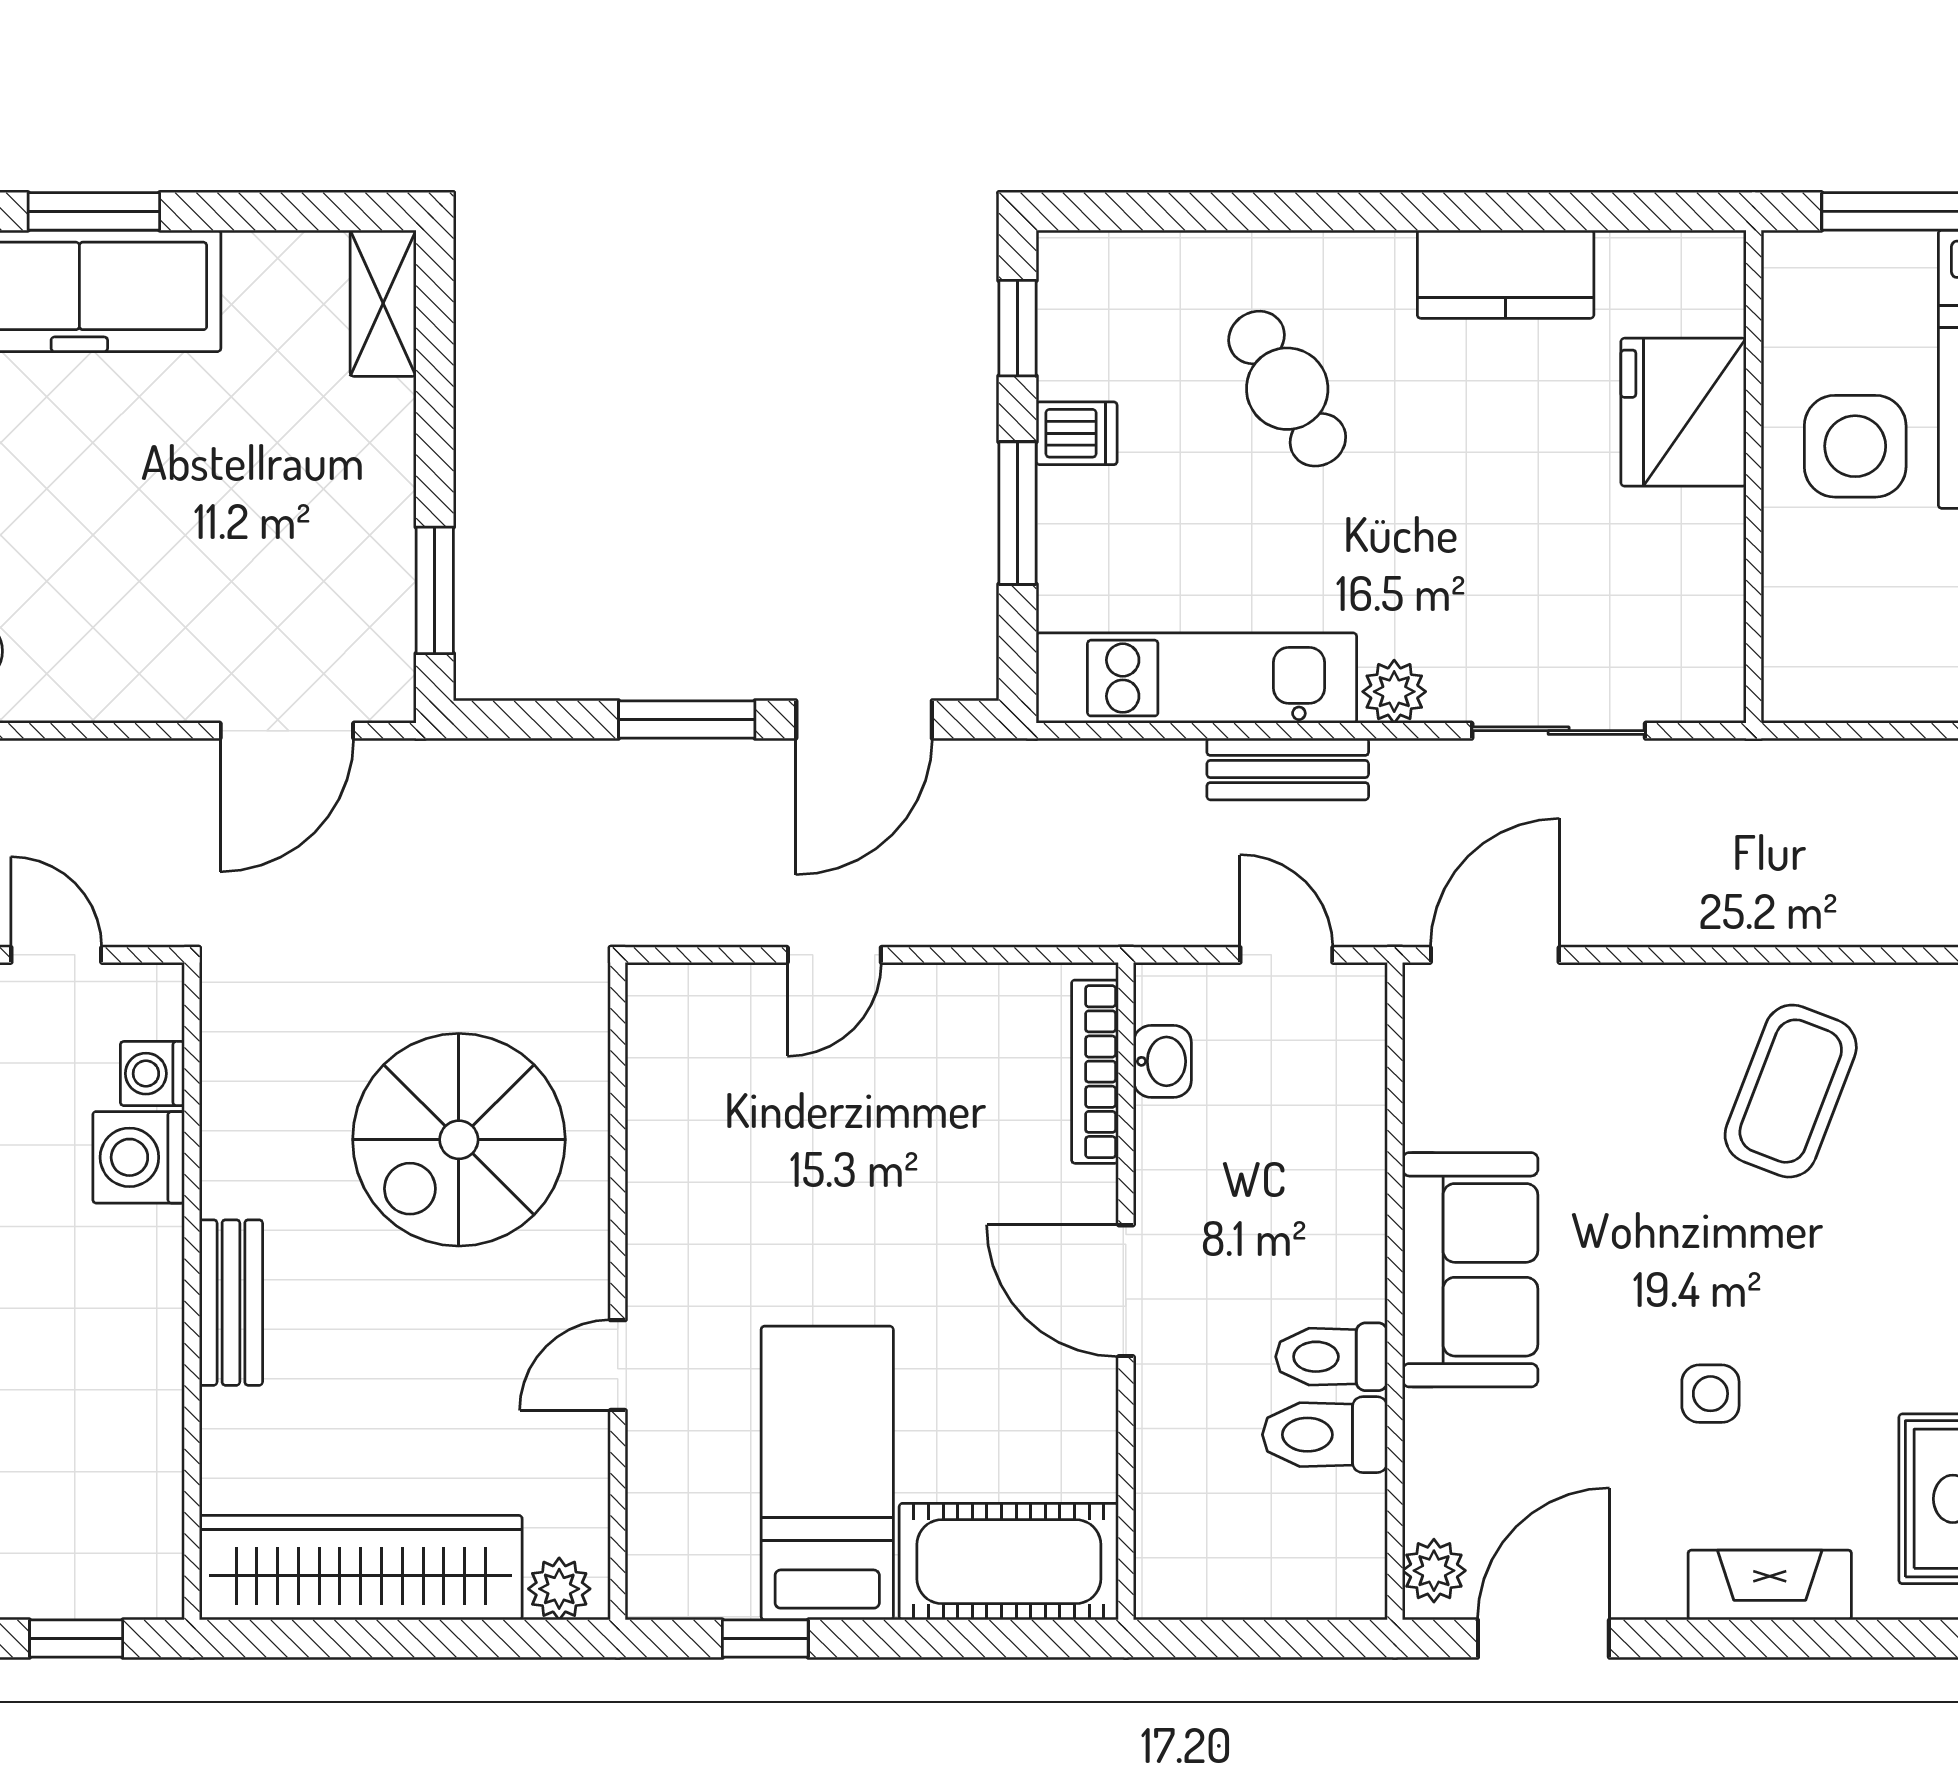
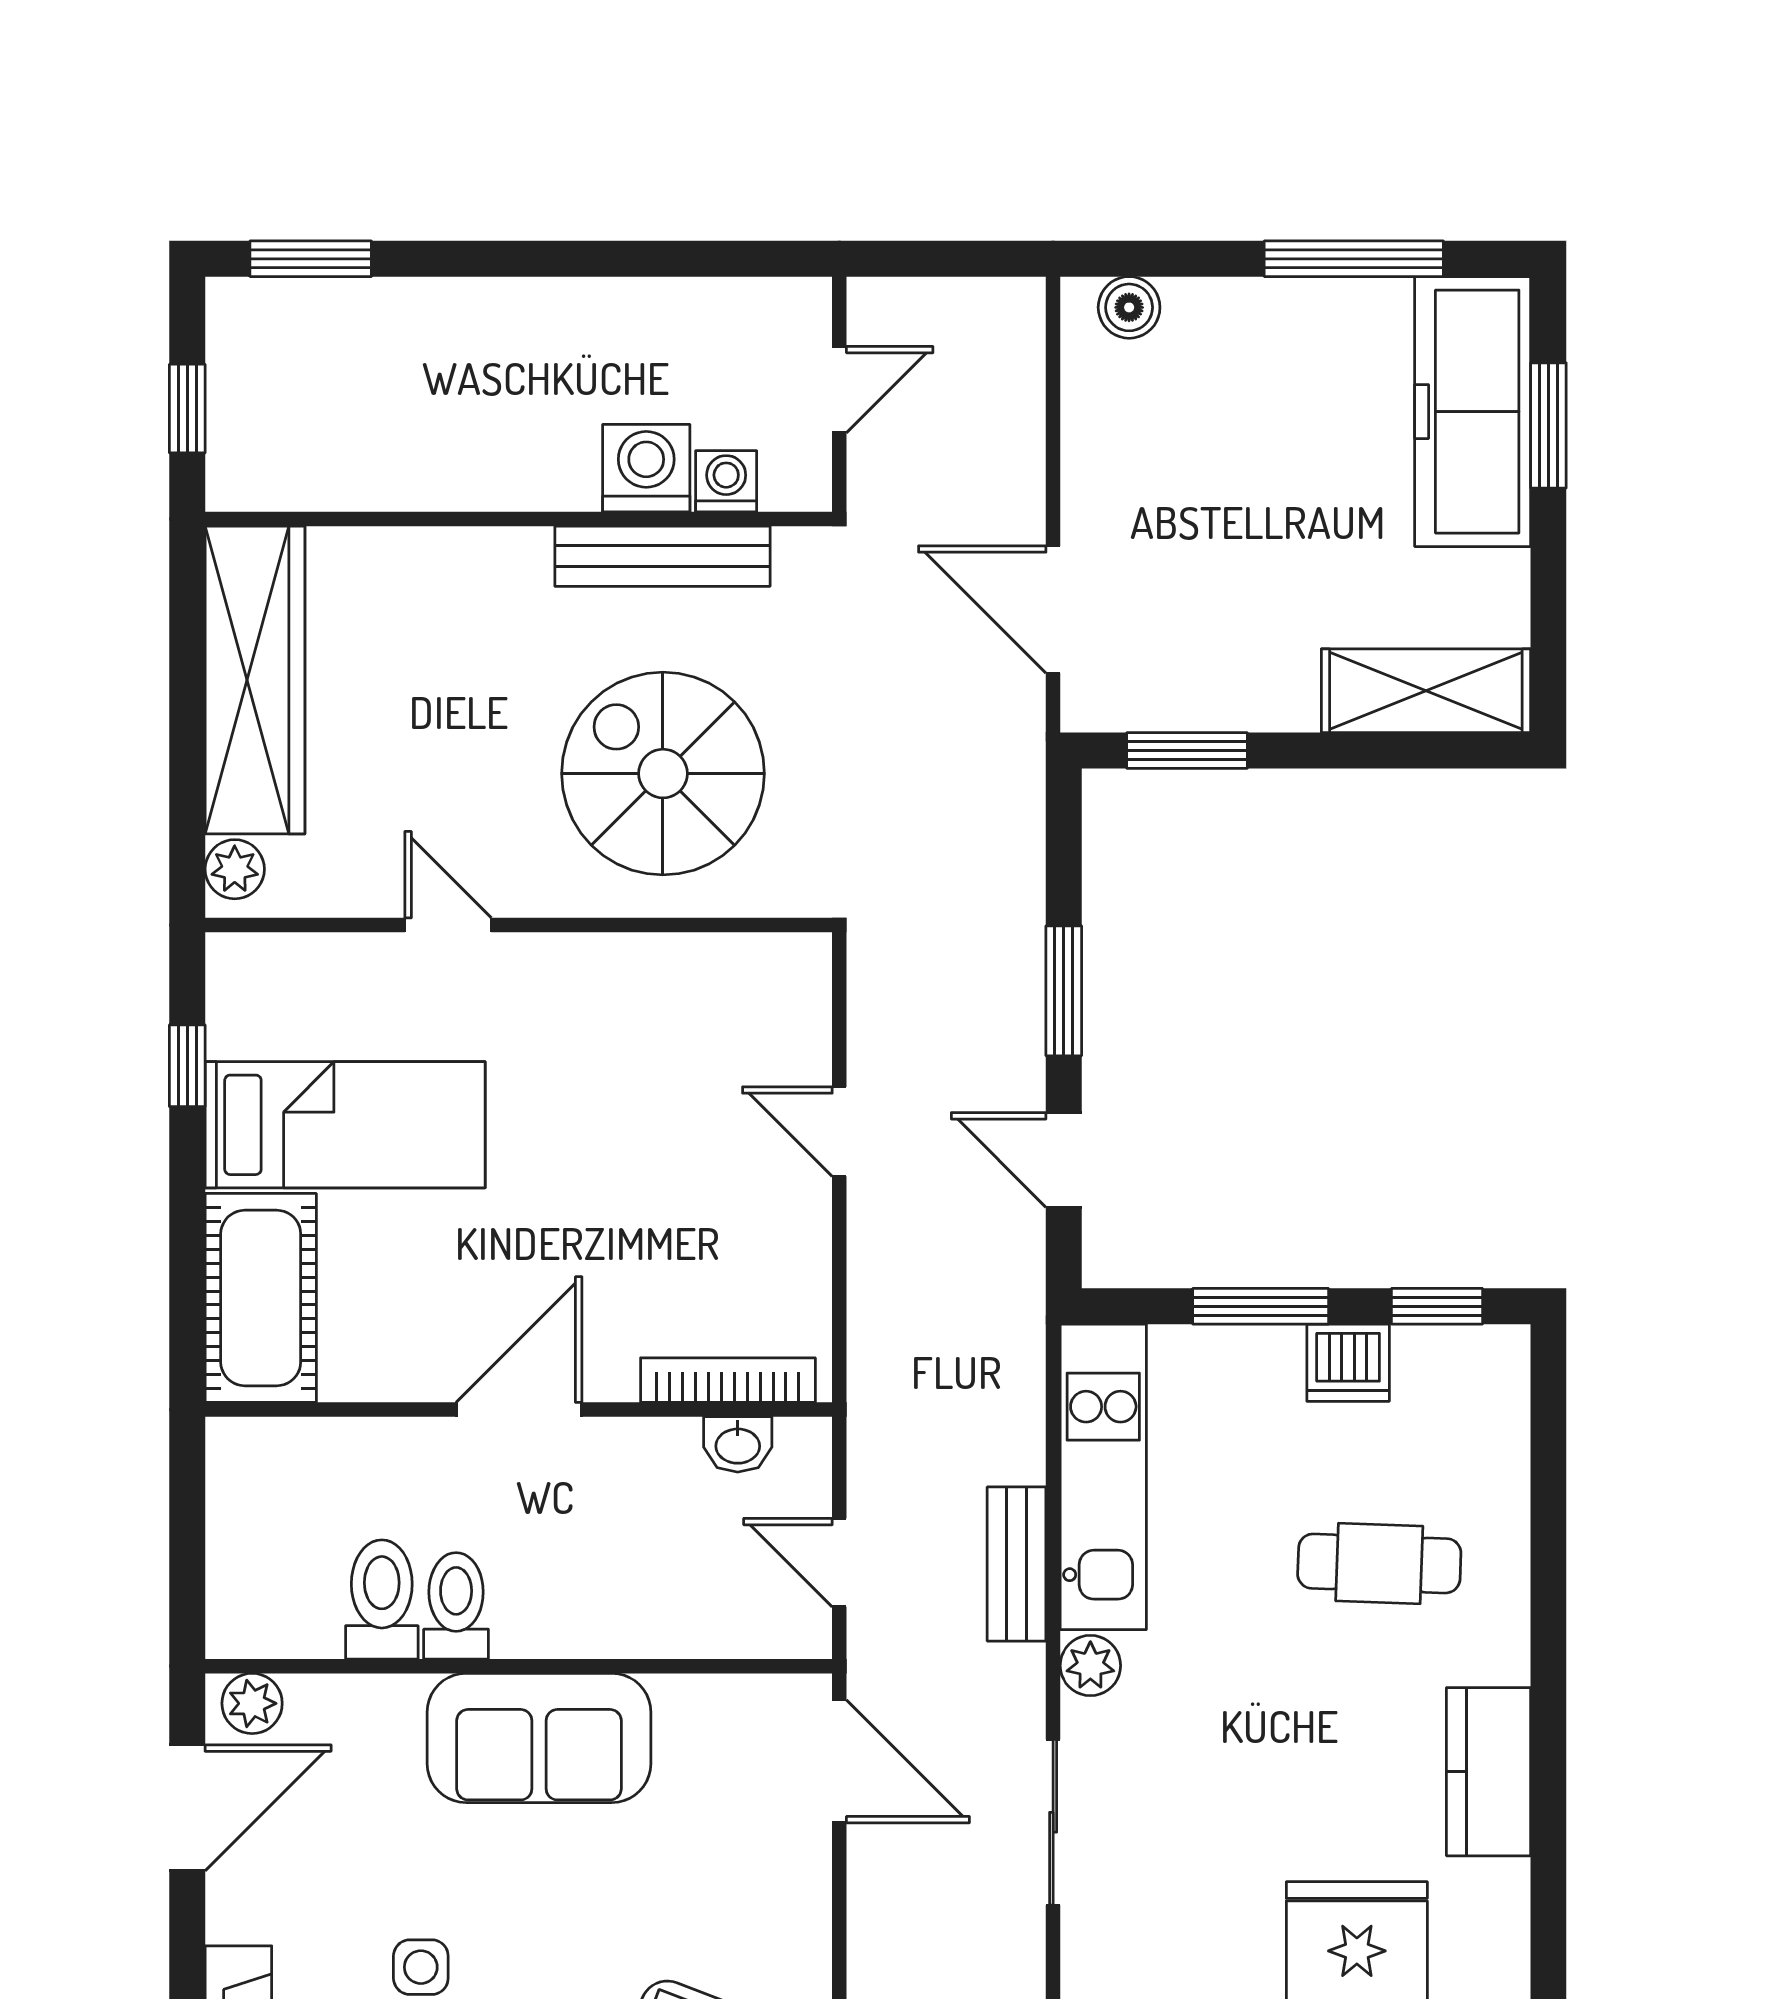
shelving: (383, 303) -> (1426, 691), width x1.50, depth x1.33
cafe table: (1287, 389) -> (1379, 1563), turned 33
dishwasher: (1077, 433) -> (1348, 1363), width x1.38
door: (864, 719) -> (1064, 1160), width x0.73
door: (1286, 955) -> (839, 1563), swing flipped
bench: (231, 1303) -> (662, 556), moved, width x1.36
door: (1543, 1639) -> (187, 1808), hinge flipped

